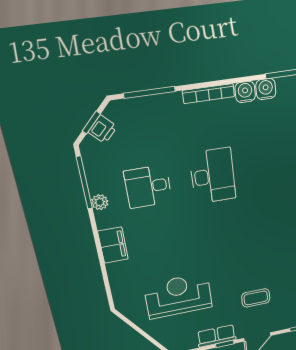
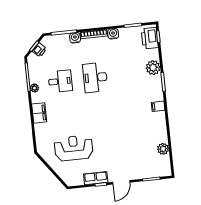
water cooler: (266, 89) -> (75, 38), moved
desk: (213, 176) -> (95, 78), turned 180
desk: (148, 187) -> (60, 81), turned 180
coffee table: (256, 298) -> (120, 155), removed

